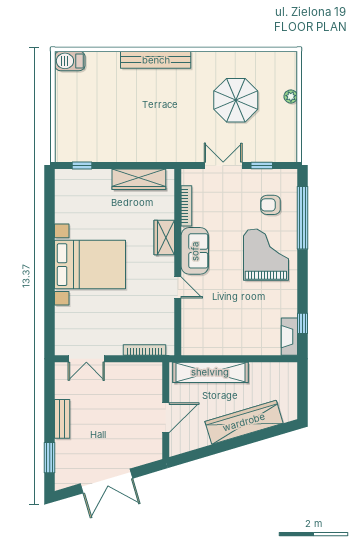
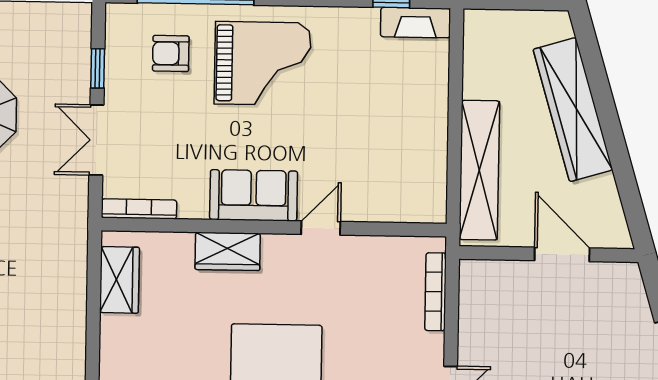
wardrobe: (139, 179) -> (119, 280), width x0.67
armchair: (270, 205) -> (171, 53), turned 90
bookcase: (186, 206) -> (139, 209), moved
grand piano: (266, 255) -> (263, 63), turned 180

